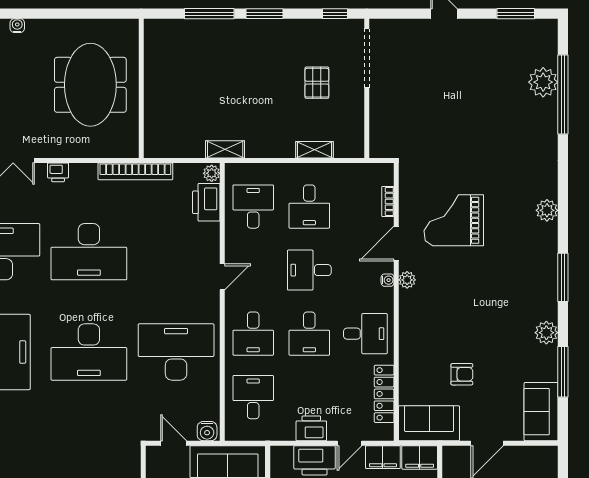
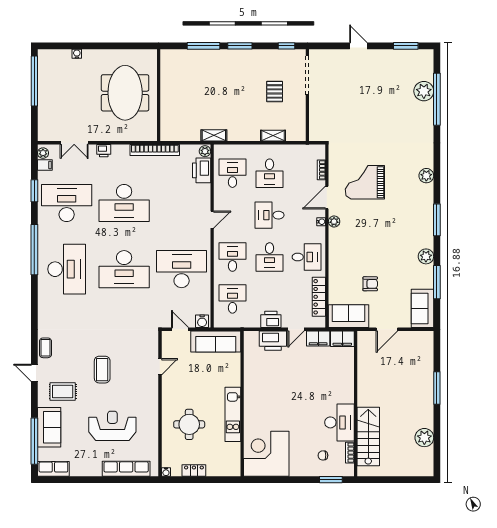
desk: (253, 334) -> (232, 257), turned 180

